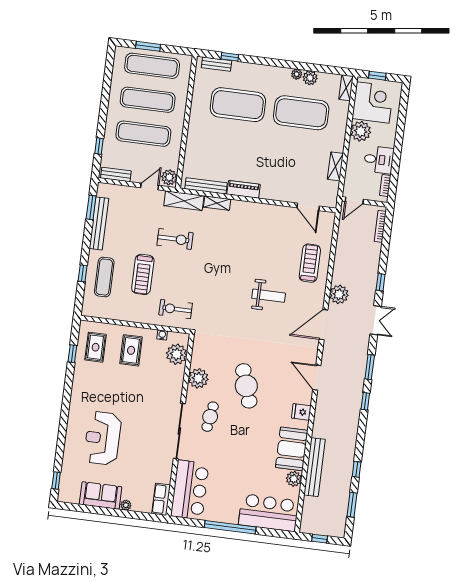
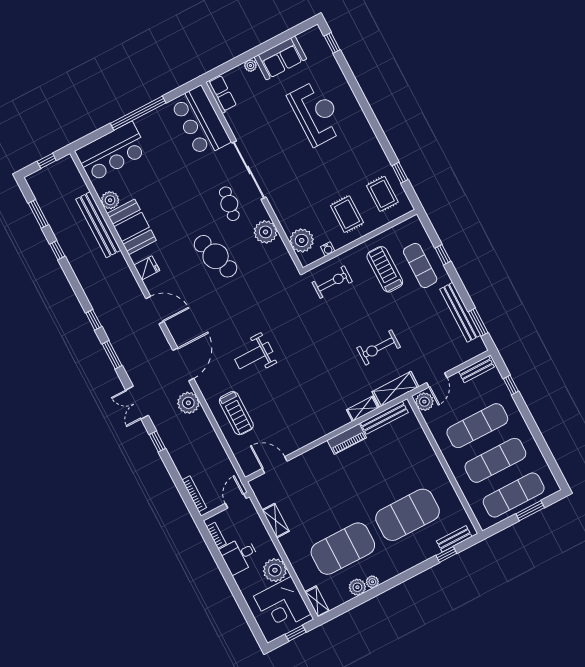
treadmill: (143, 274) -> (385, 269), moved

